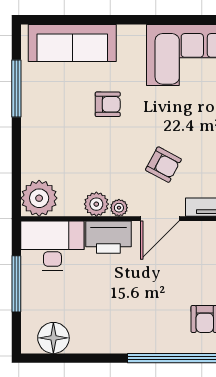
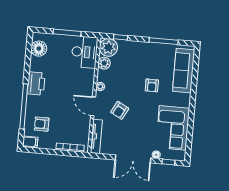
window: (16, 176) -> (121, 37), added
plant: (96, 204) -> (104, 63), moved
printer: (108, 237) -> (36, 83), moved, turned 180

